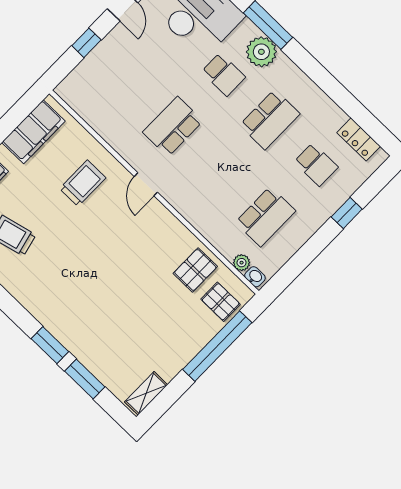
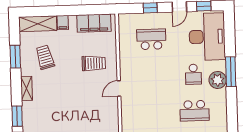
school desk: (173, 127) -> (151, 39), moved
shelving: (28, 298) -> (26, 88), added

